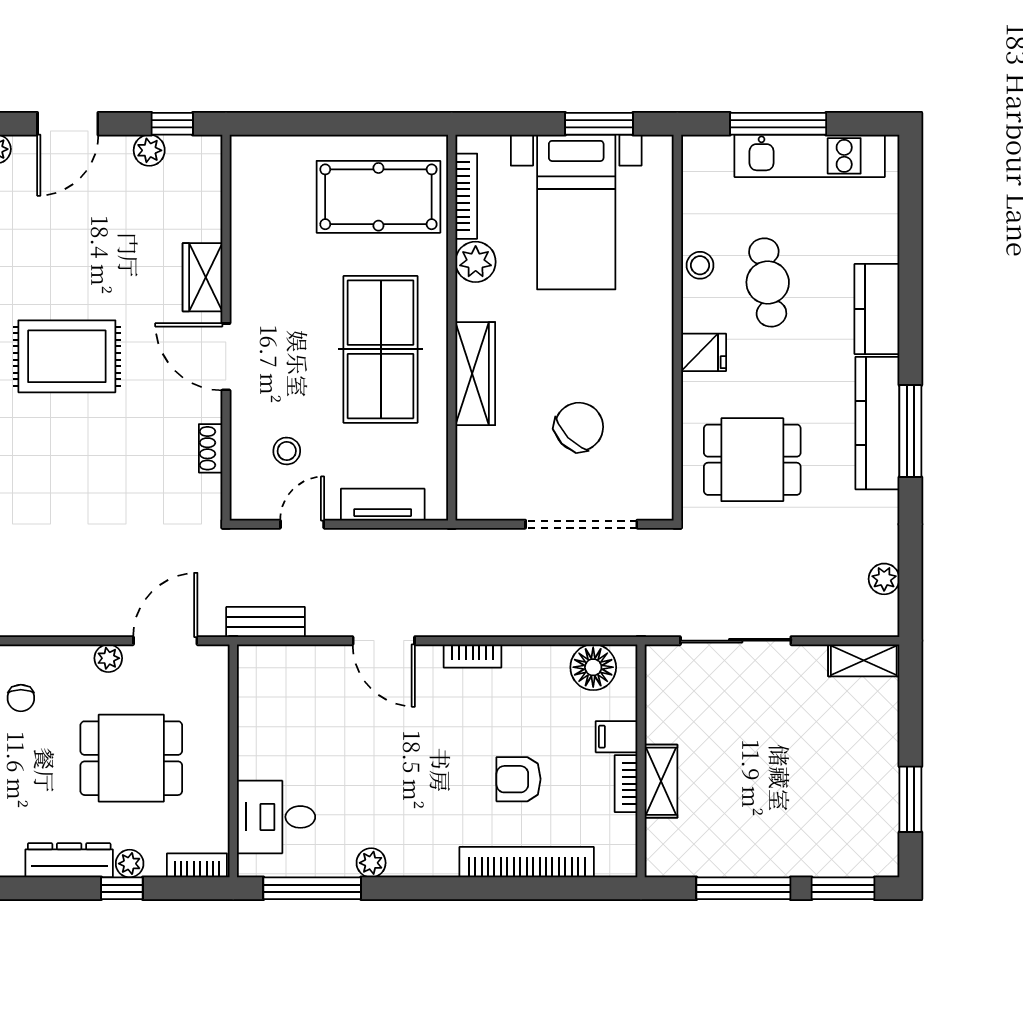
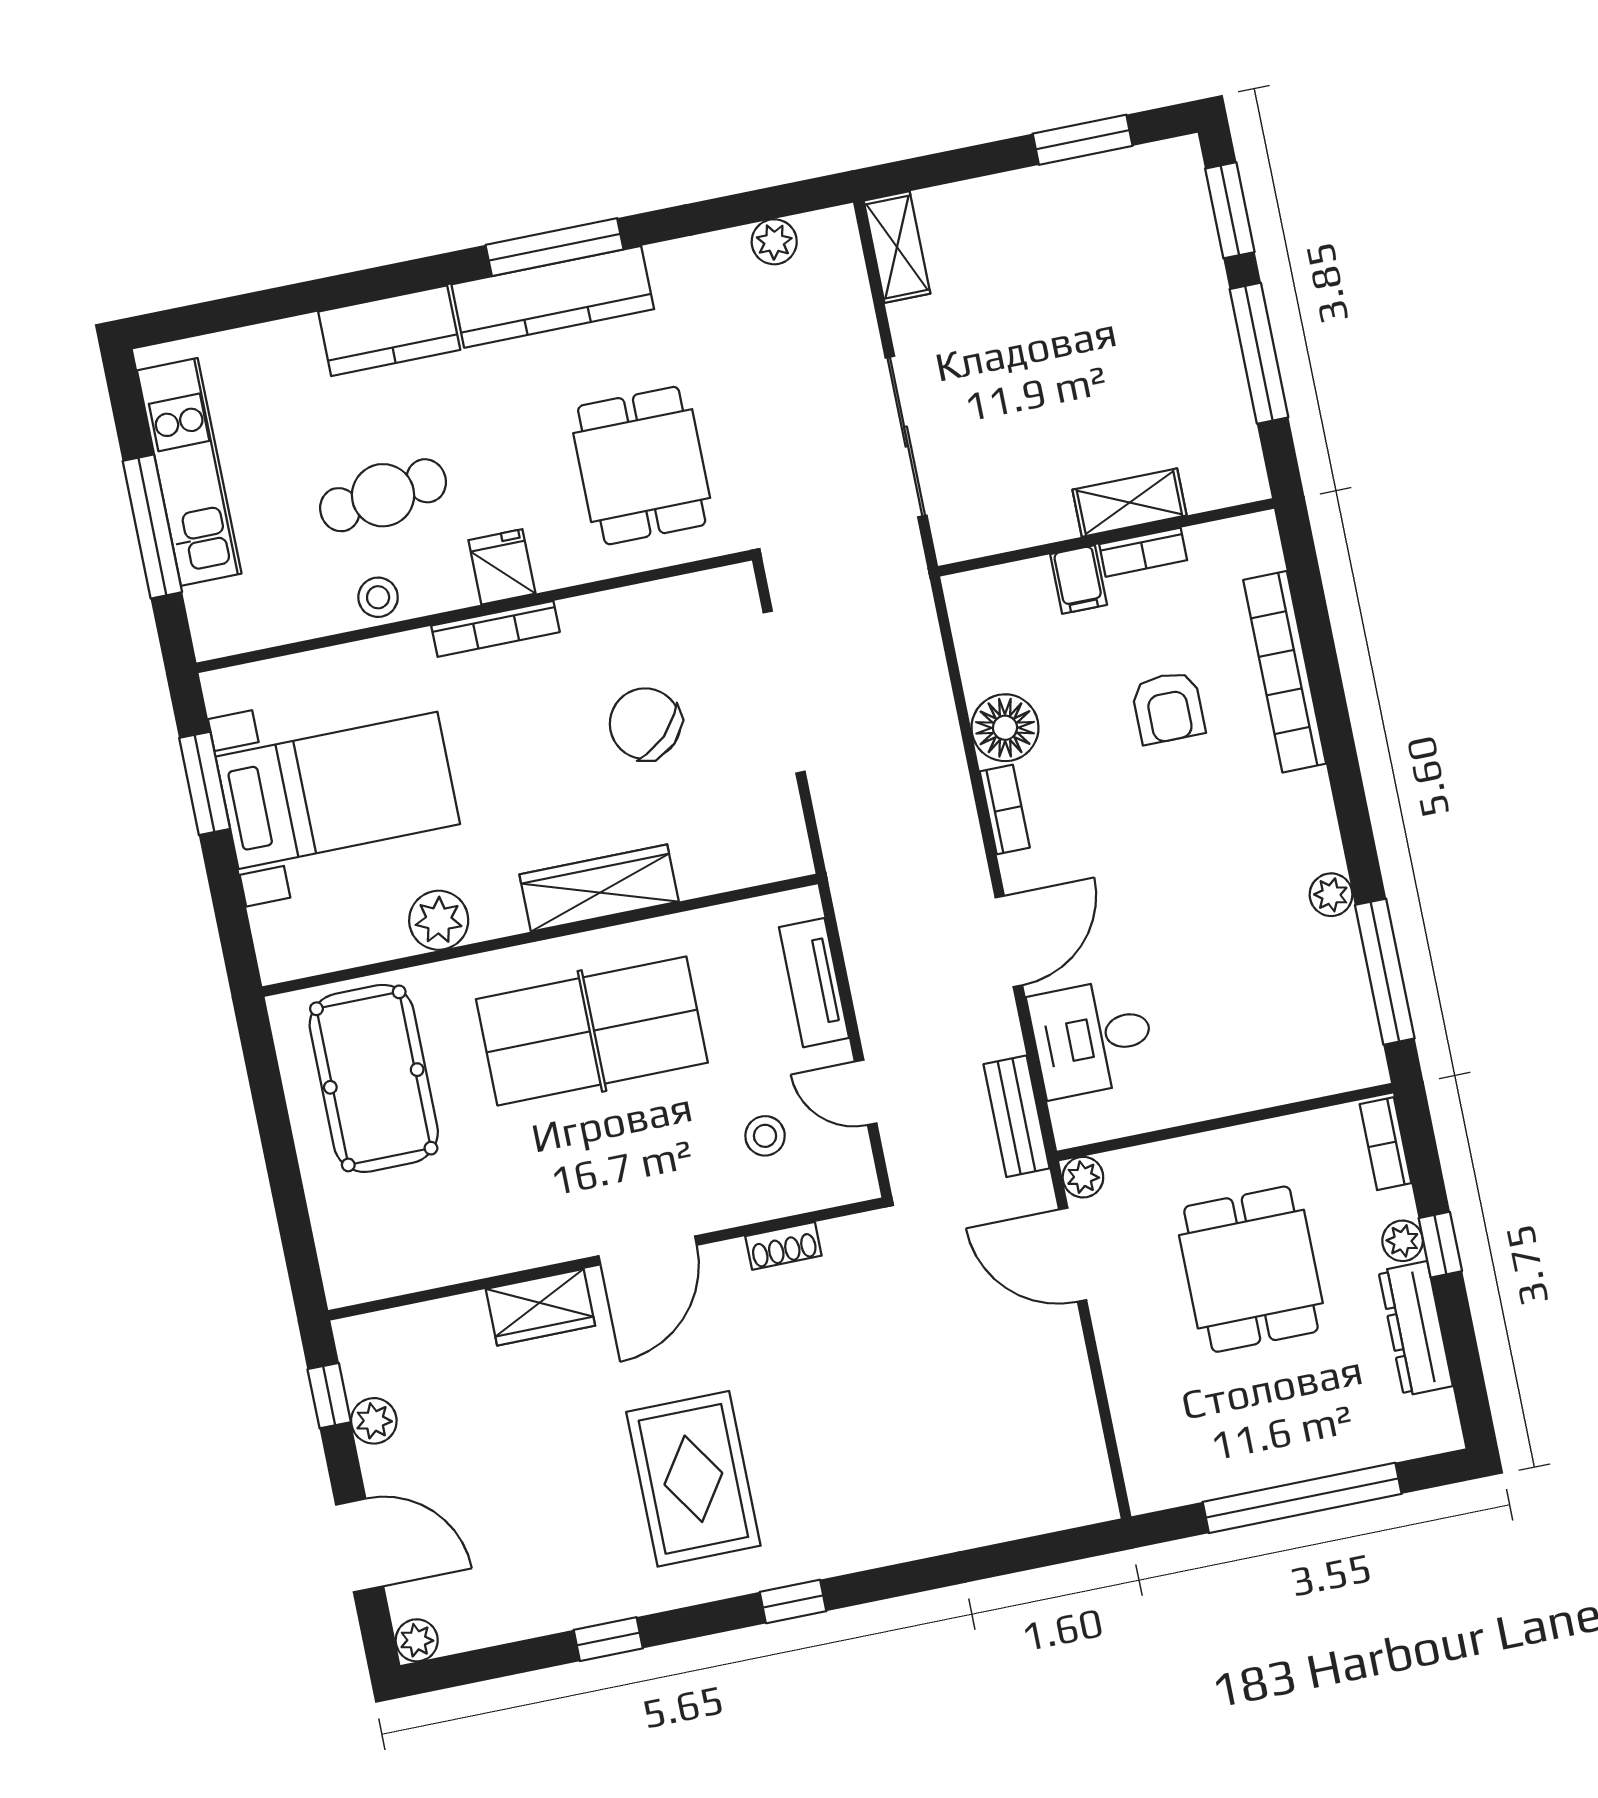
bookcase: (466, 196) -> (495, 629), moved, turned 180
plant: (108, 658) -> (1083, 1177), moved
floor lamp: (593, 667) -> (1005, 728), moved
chair: (21, 698) -> (1197, 1445), removed
desk: (276, 817) -> (1092, 1038), moved, turned 90

